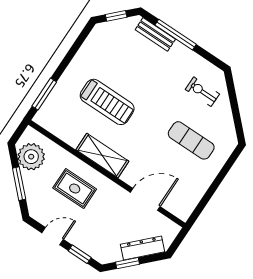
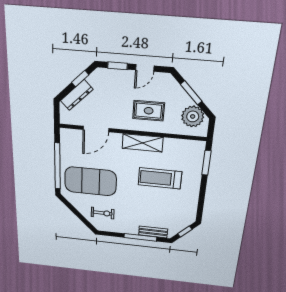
exercise mat: (191, 140) -> (90, 181), width x2.00, depth x1.45
window: (219, 180) -> (57, 166), added

